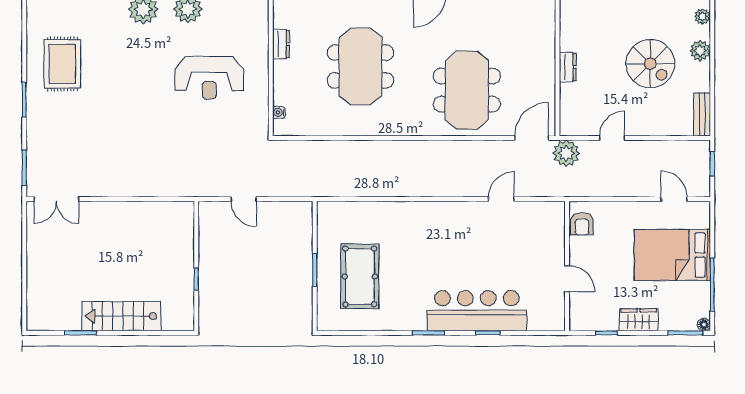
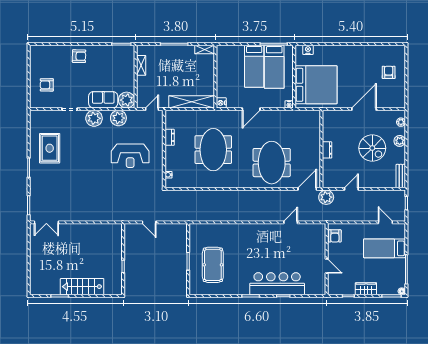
bed: (672, 255) -> (384, 248), width x0.67

